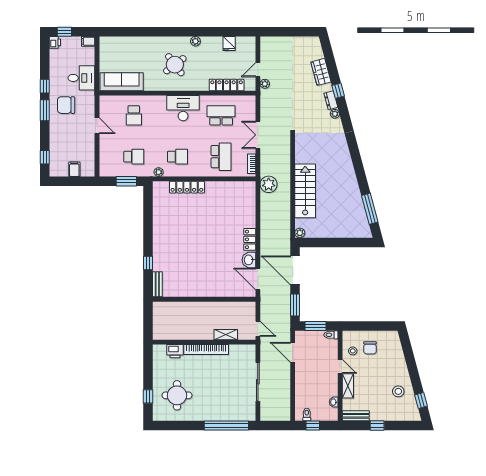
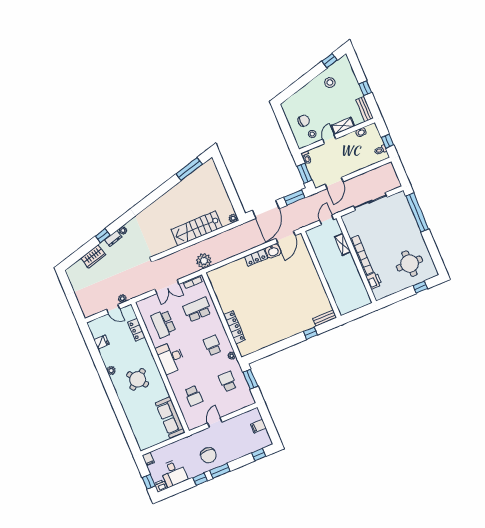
desk: (81, 78) -> (174, 473), moved, turned 180
locker: (227, 85) -> (136, 330), width x0.66
school desk: (134, 115) -> (194, 396), turned 90

